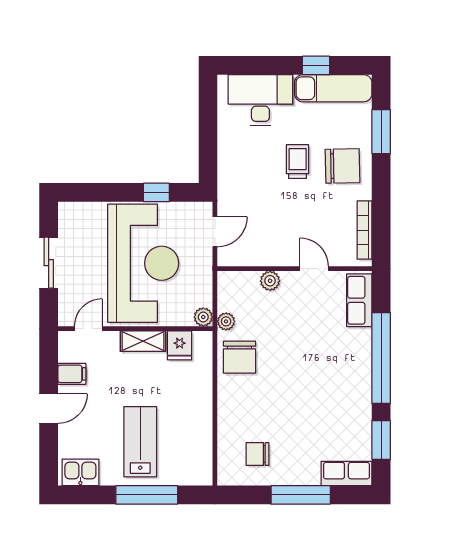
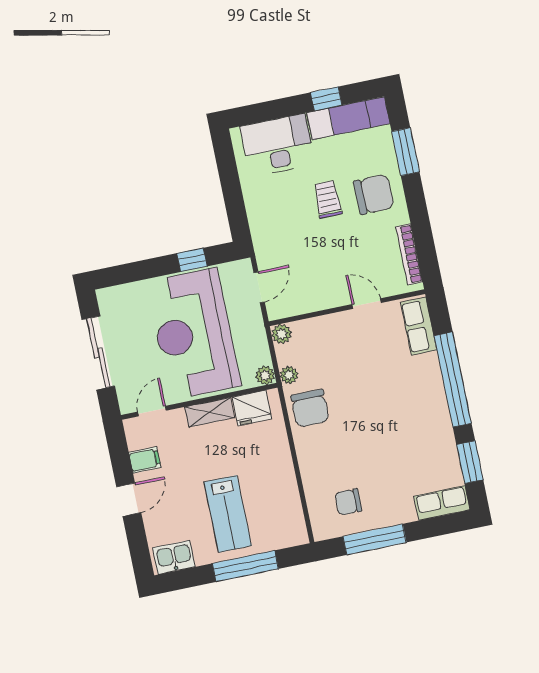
sliding door: (49, 263) -> (98, 353), width x1.37
reception desk: (143, 263) -> (194, 334), turned 180
plant: (270, 281) -> (282, 334), moved
fridge: (180, 345) -> (252, 408), width x1.38
lab bench: (140, 442) -> (228, 514), turned 180
window: (301, 495) -> (375, 539), moved

